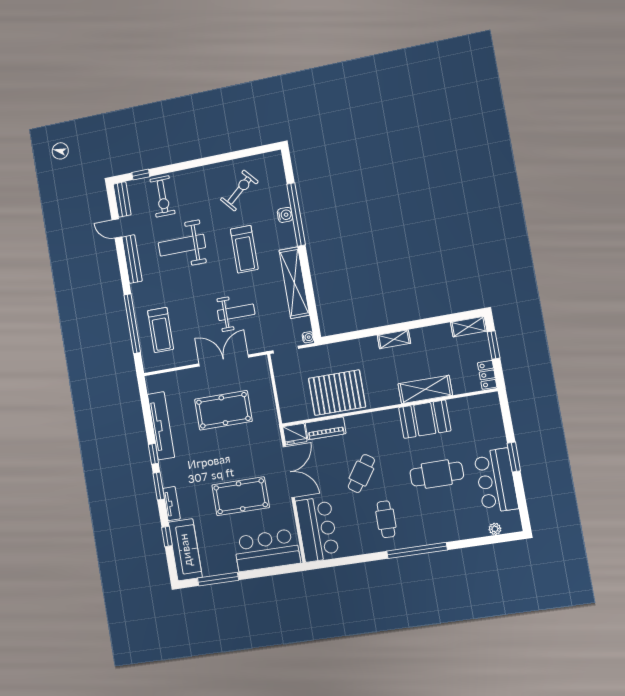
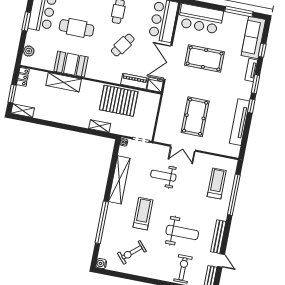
water cooler: (285, 215) -> (101, 264), moved
shelving: (394, 339) -> (100, 126), moved
double door: (224, 361) -> (183, 148), width x0.73
pool table: (223, 410) -> (195, 117), turned 90
plant: (493, 415) -> (29, 51), added

